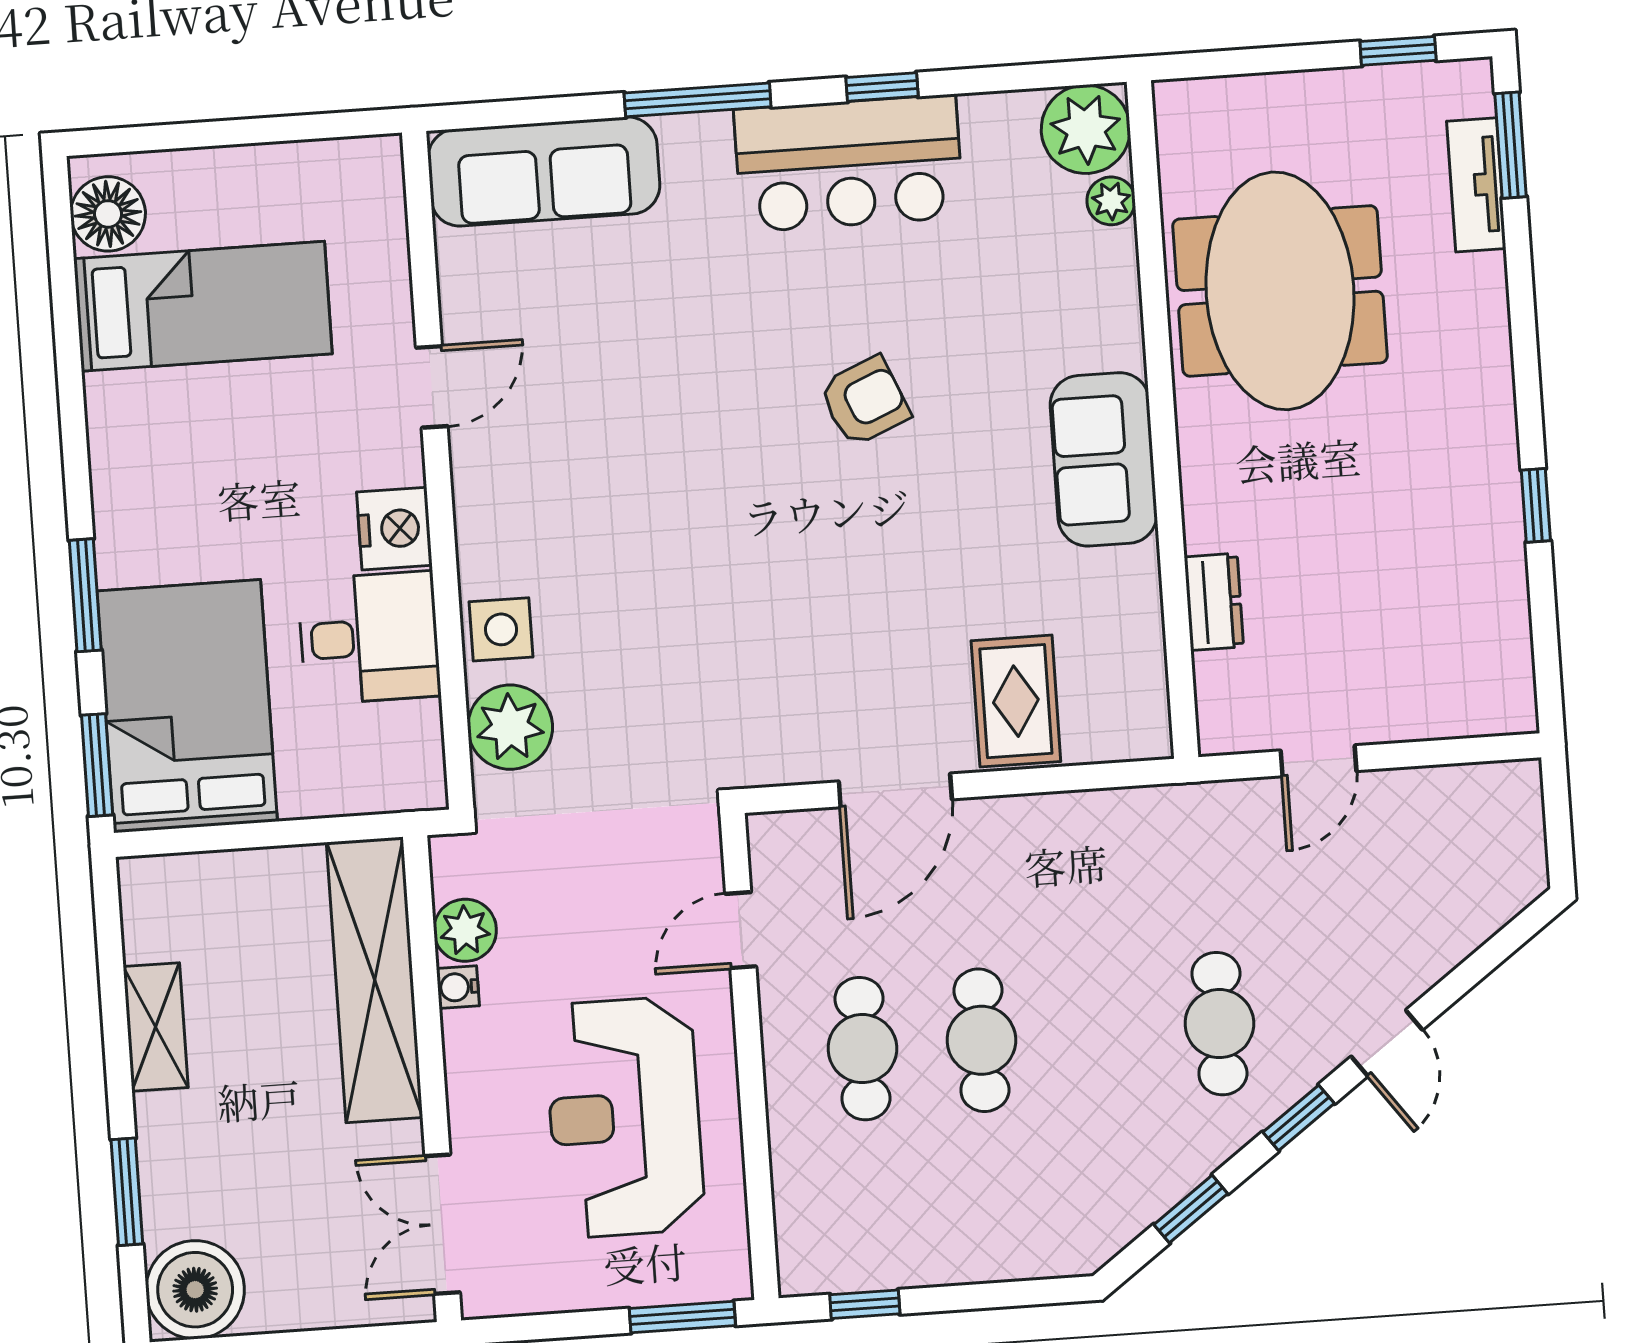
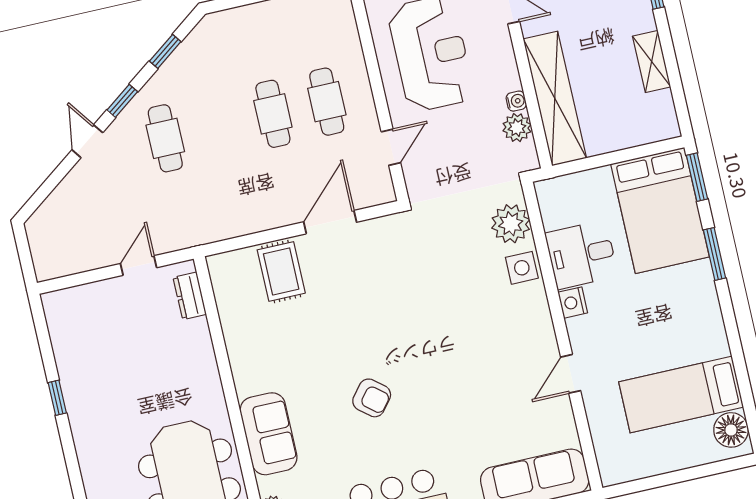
armchair: (865, 401) -> (372, 398), turned -118
sofa: (1104, 459) -> (269, 434), moved
nightstand: (394, 529) -> (573, 303), width x0.74, depth x0.75
dresser: (1214, 602) -> (190, 296), moved

